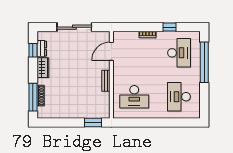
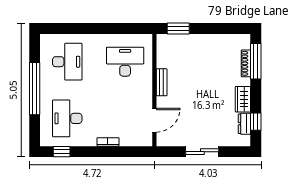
sliding door: (74, 27) -> (202, 152), width x0.73
window: (169, 27) -> (62, 152), moved
window: (204, 62) -> (35, 89), moved

